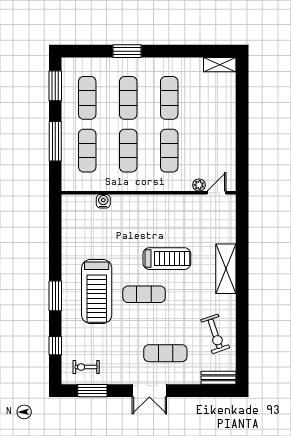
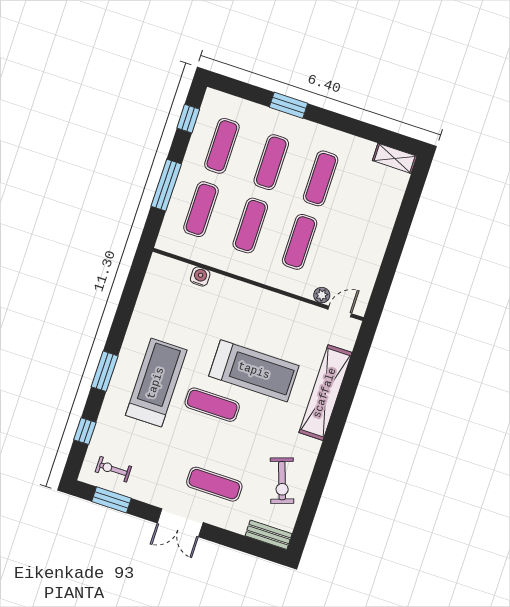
window: (55, 86) -> (188, 119), width x0.67
treadmill: (167, 259) -> (254, 371), width x1.37, depth x1.38
shelving: (226, 269) -> (325, 393), width x1.47
treadmill: (97, 291) -> (156, 383), turned 180

